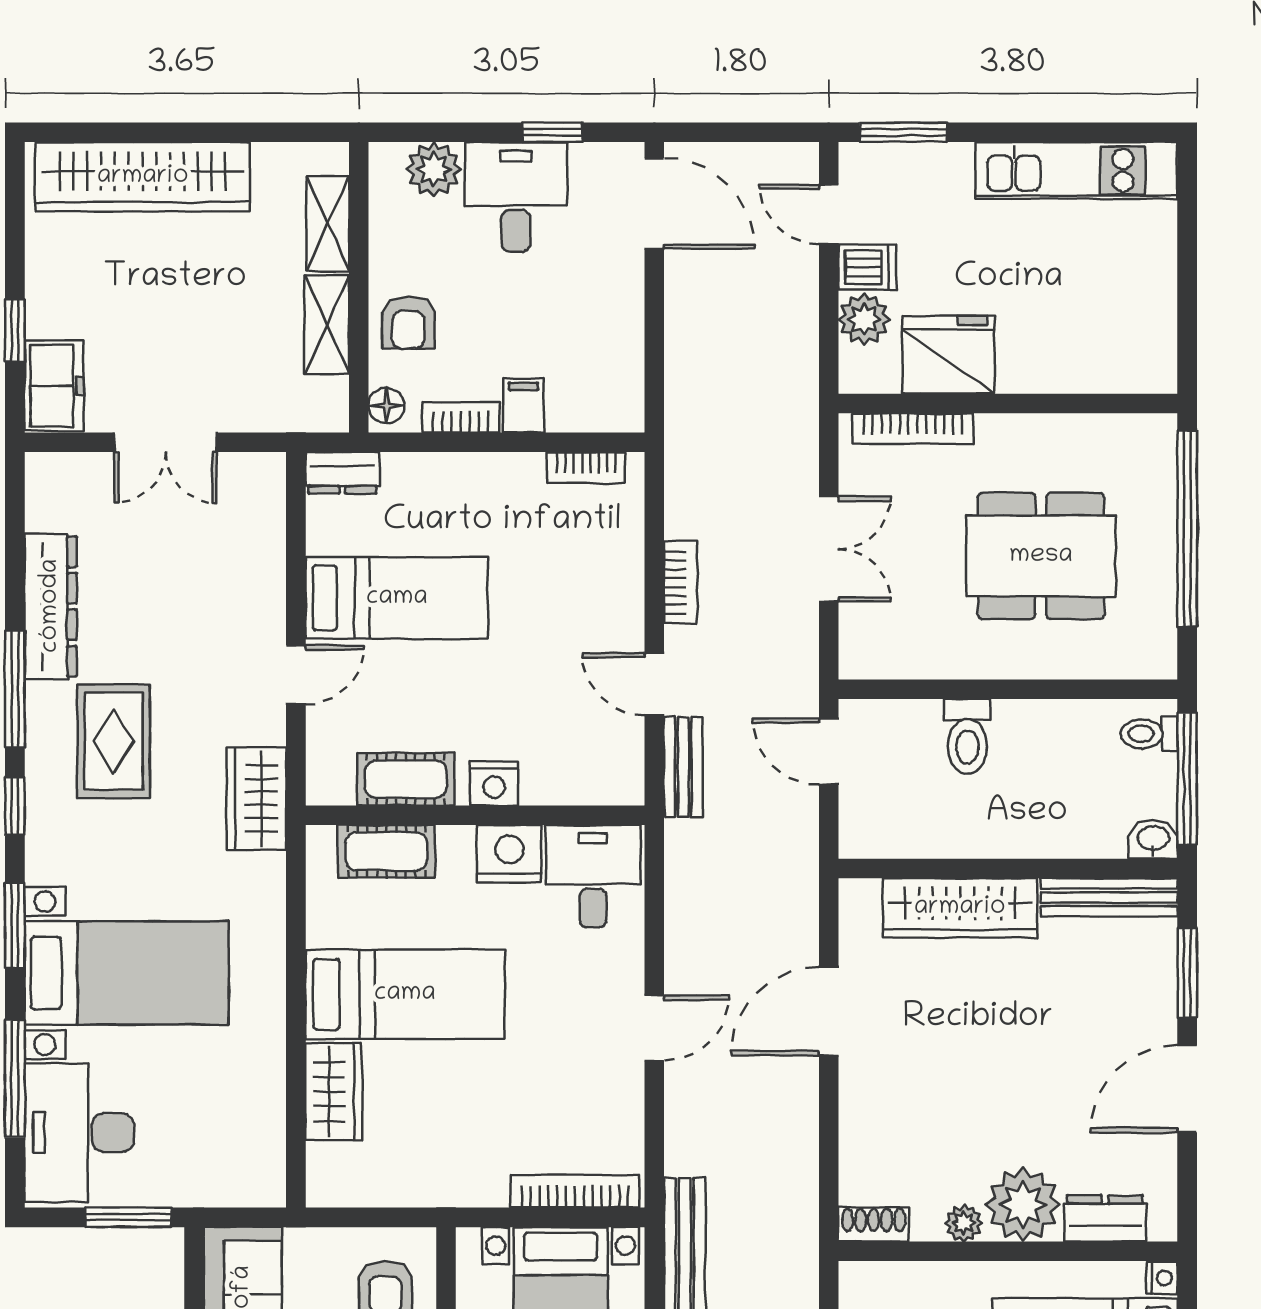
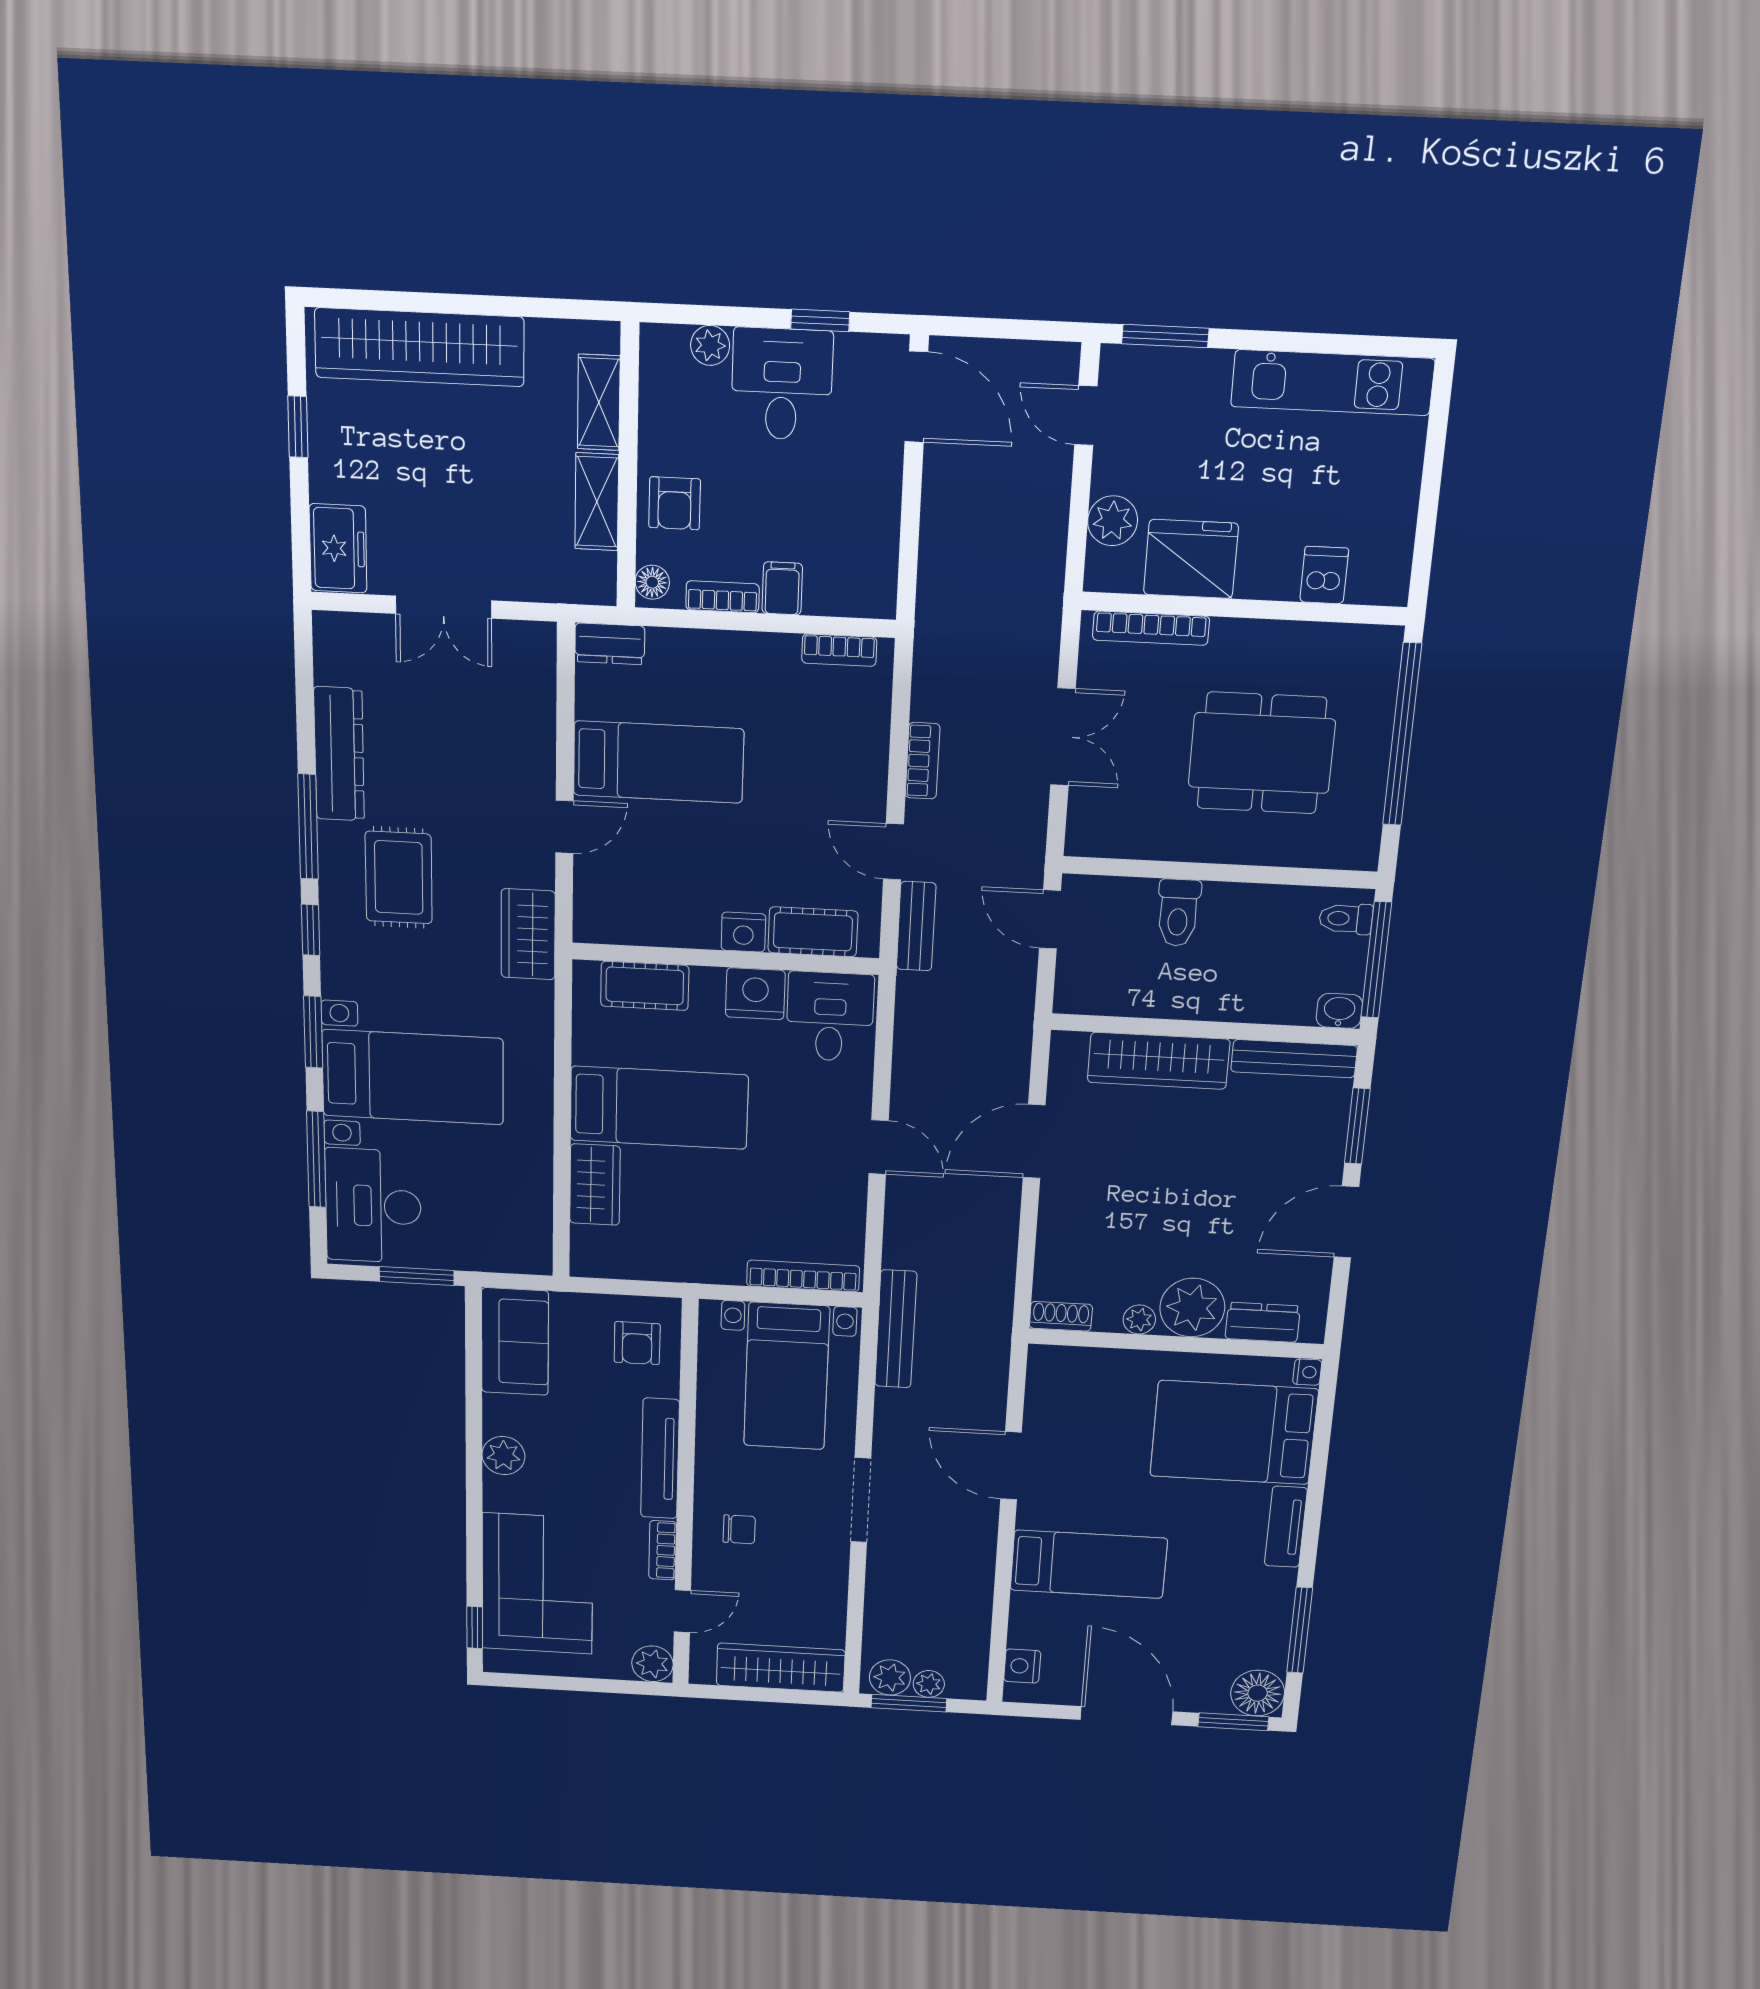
plant: (434, 169) -> (710, 345), width x0.73, depth x0.73
dishwasher: (867, 267) -> (1324, 575), moved, turned -90
window: (15, 330) -> (298, 427), moved
cot: (406, 779) -> (813, 932), moved
door: (654, 1028) -> (879, 1147), hinge flipped

